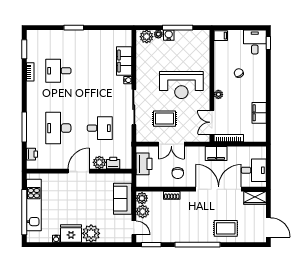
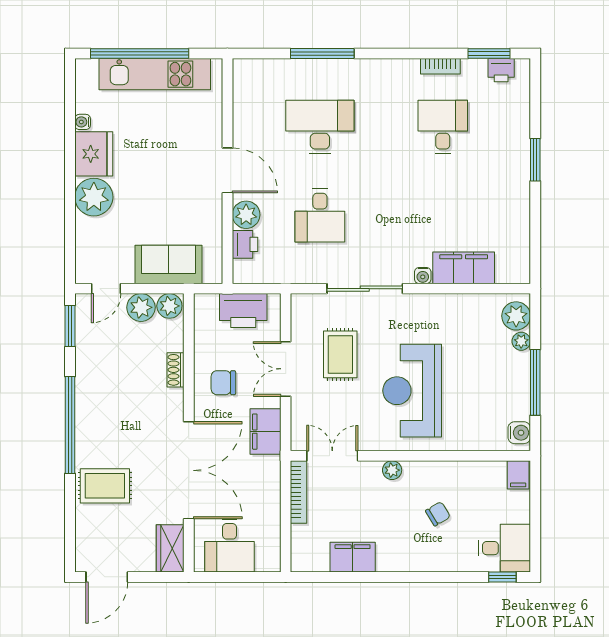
water cooler: (169, 35) -> (519, 433), moved
filing cabinet: (216, 153) -> (266, 432), moved
printer: (32, 154) -> (501, 70), moved
rug: (226, 228) -> (105, 486), turned 90

